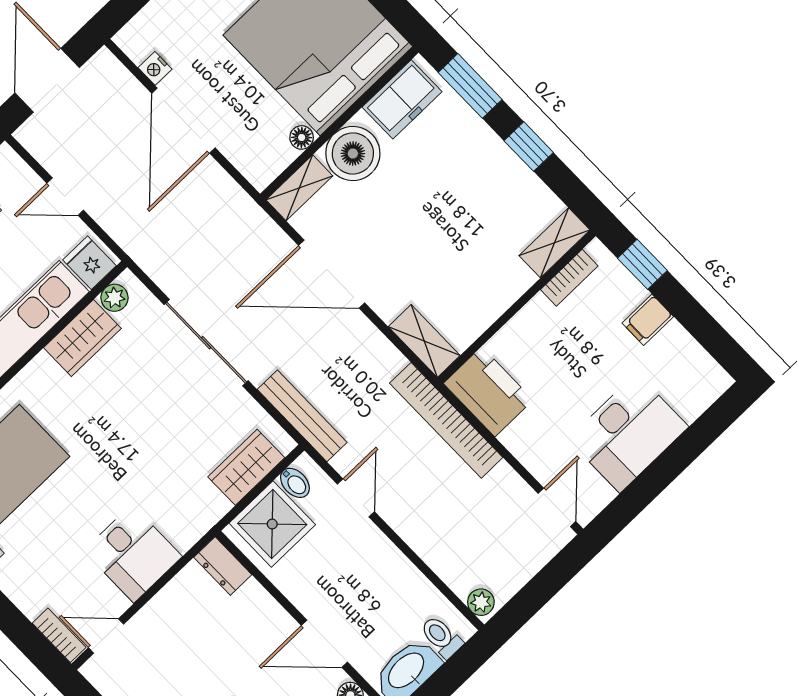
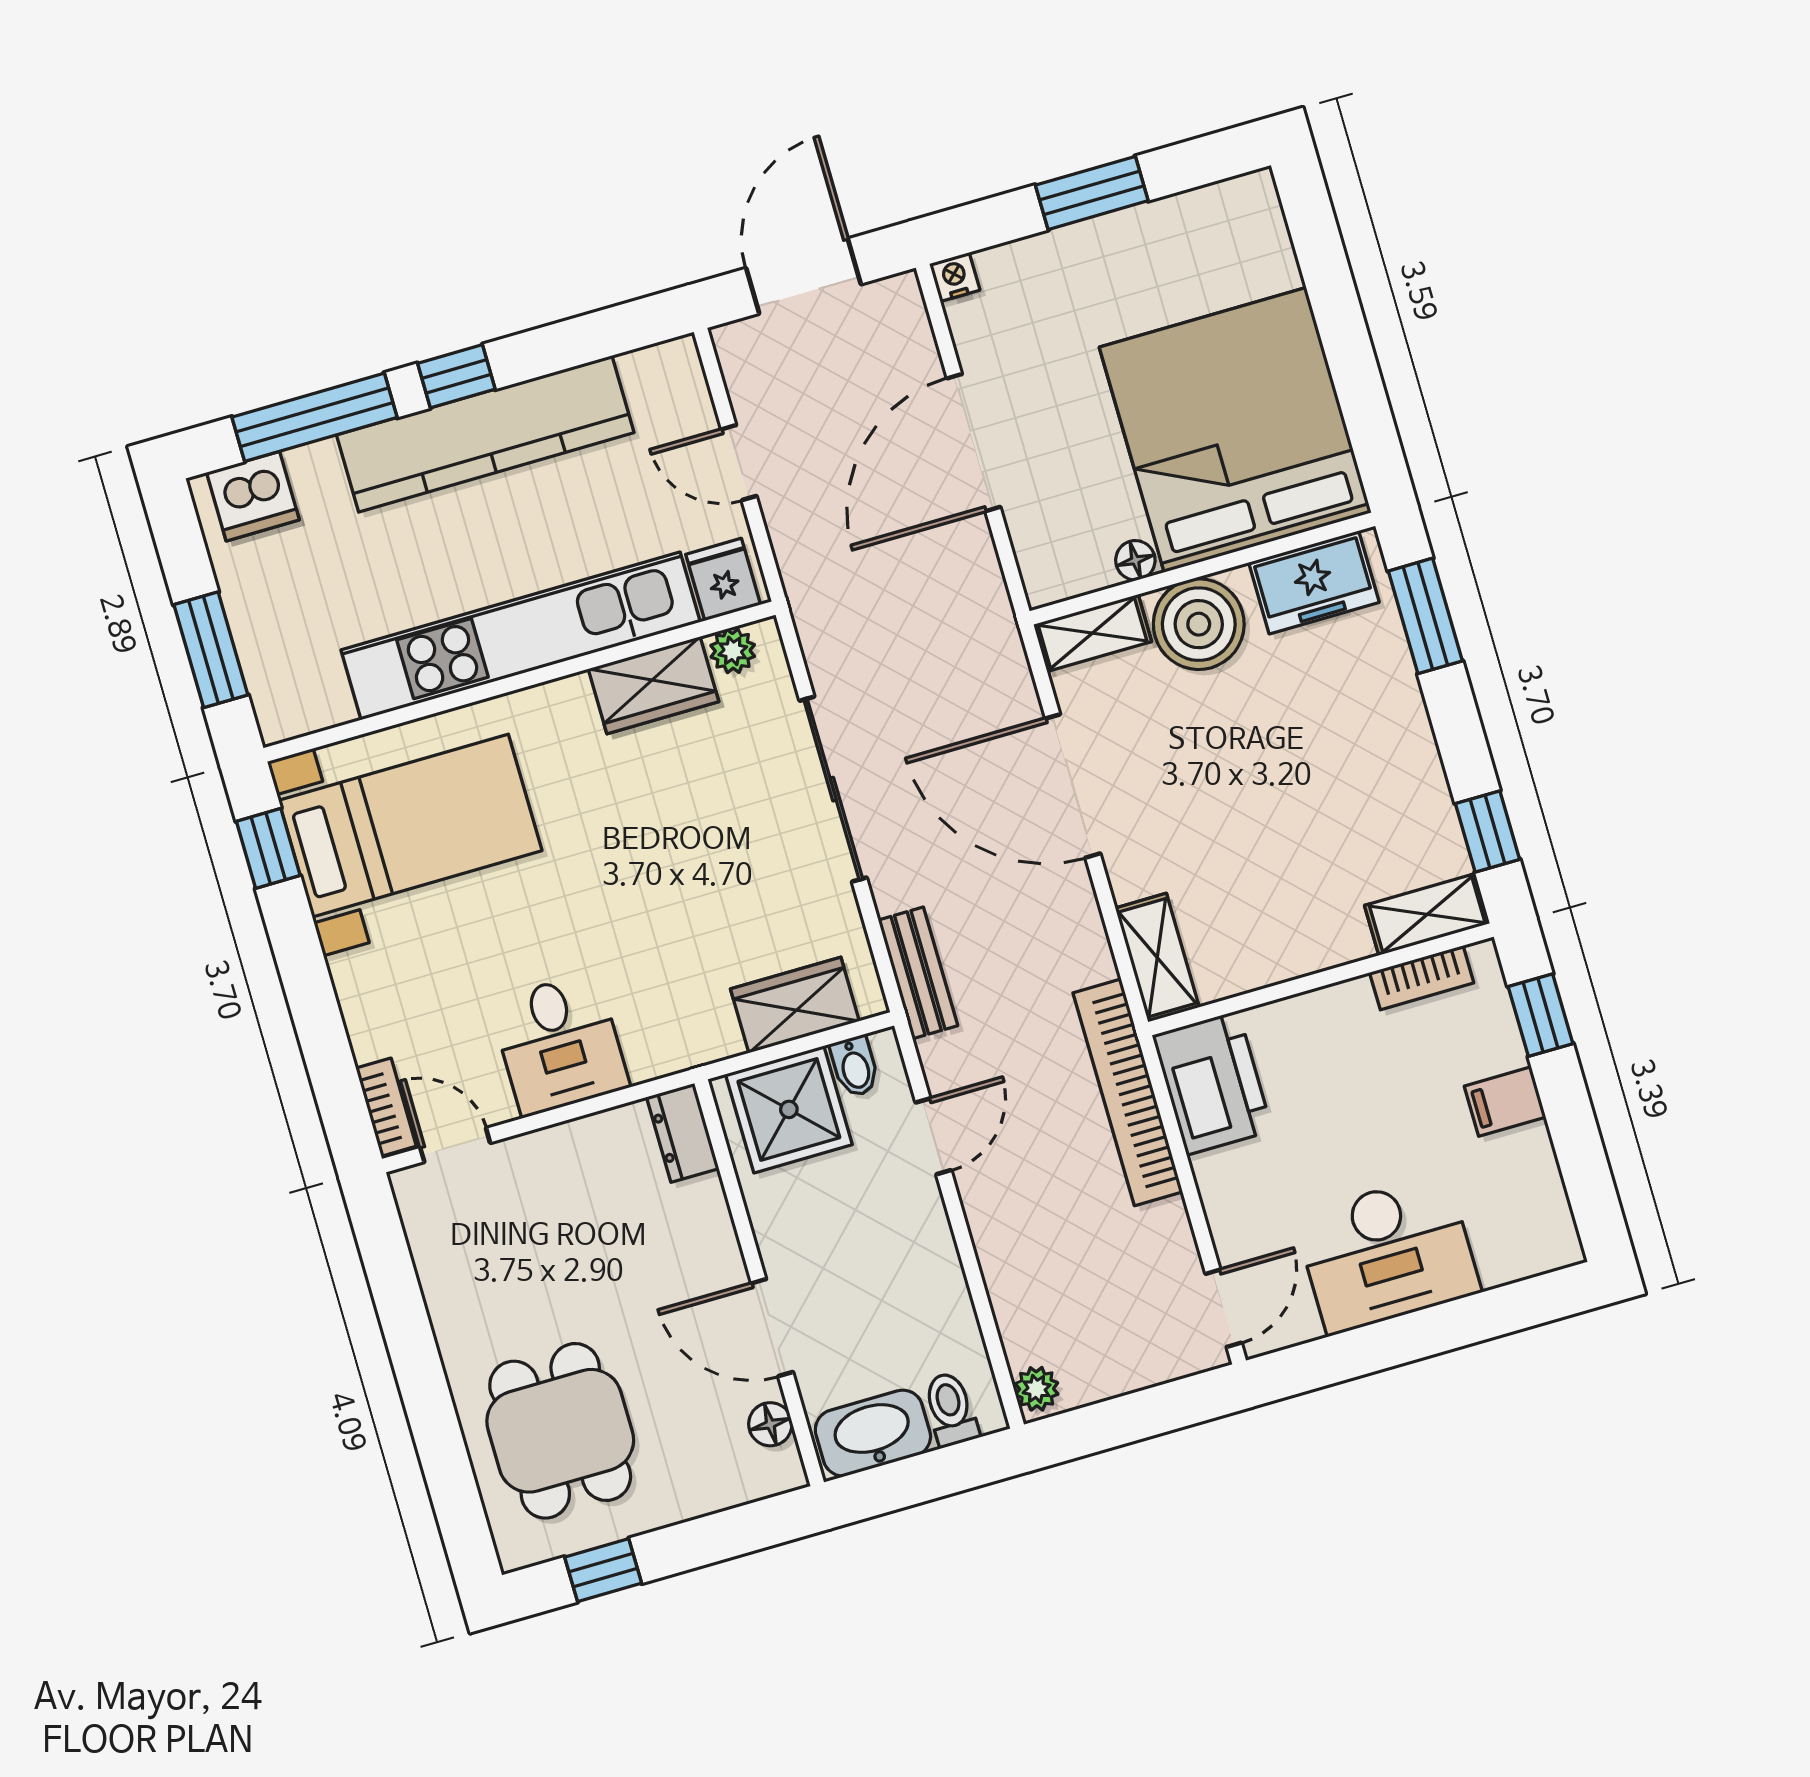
nightstand: (155, 68) -> (955, 277), moved, turned 90
window: (529, 147) -> (1488, 831), moved
bench: (302, 416) -> (918, 973), width x0.73

